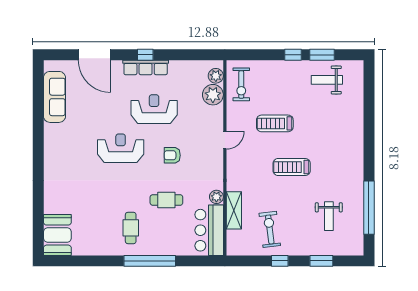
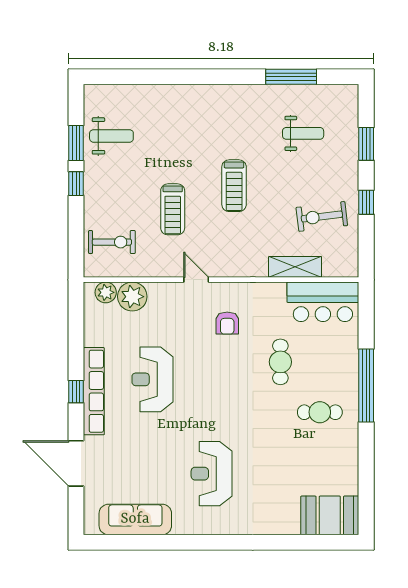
door: (94, 55) -> (76, 463), swing flipped
row of seats: (146, 67) -> (94, 391), width x1.36
weight bench: (327, 80) -> (111, 136), turned -90
exercise bike: (241, 84) -> (112, 242), moved
reception desk: (121, 148) -> (212, 474), moved
armchair: (172, 155) -> (227, 323), moved
plant: (216, 197) -> (276, 292), removed
window: (369, 208) -> (291, 77), width x0.68

